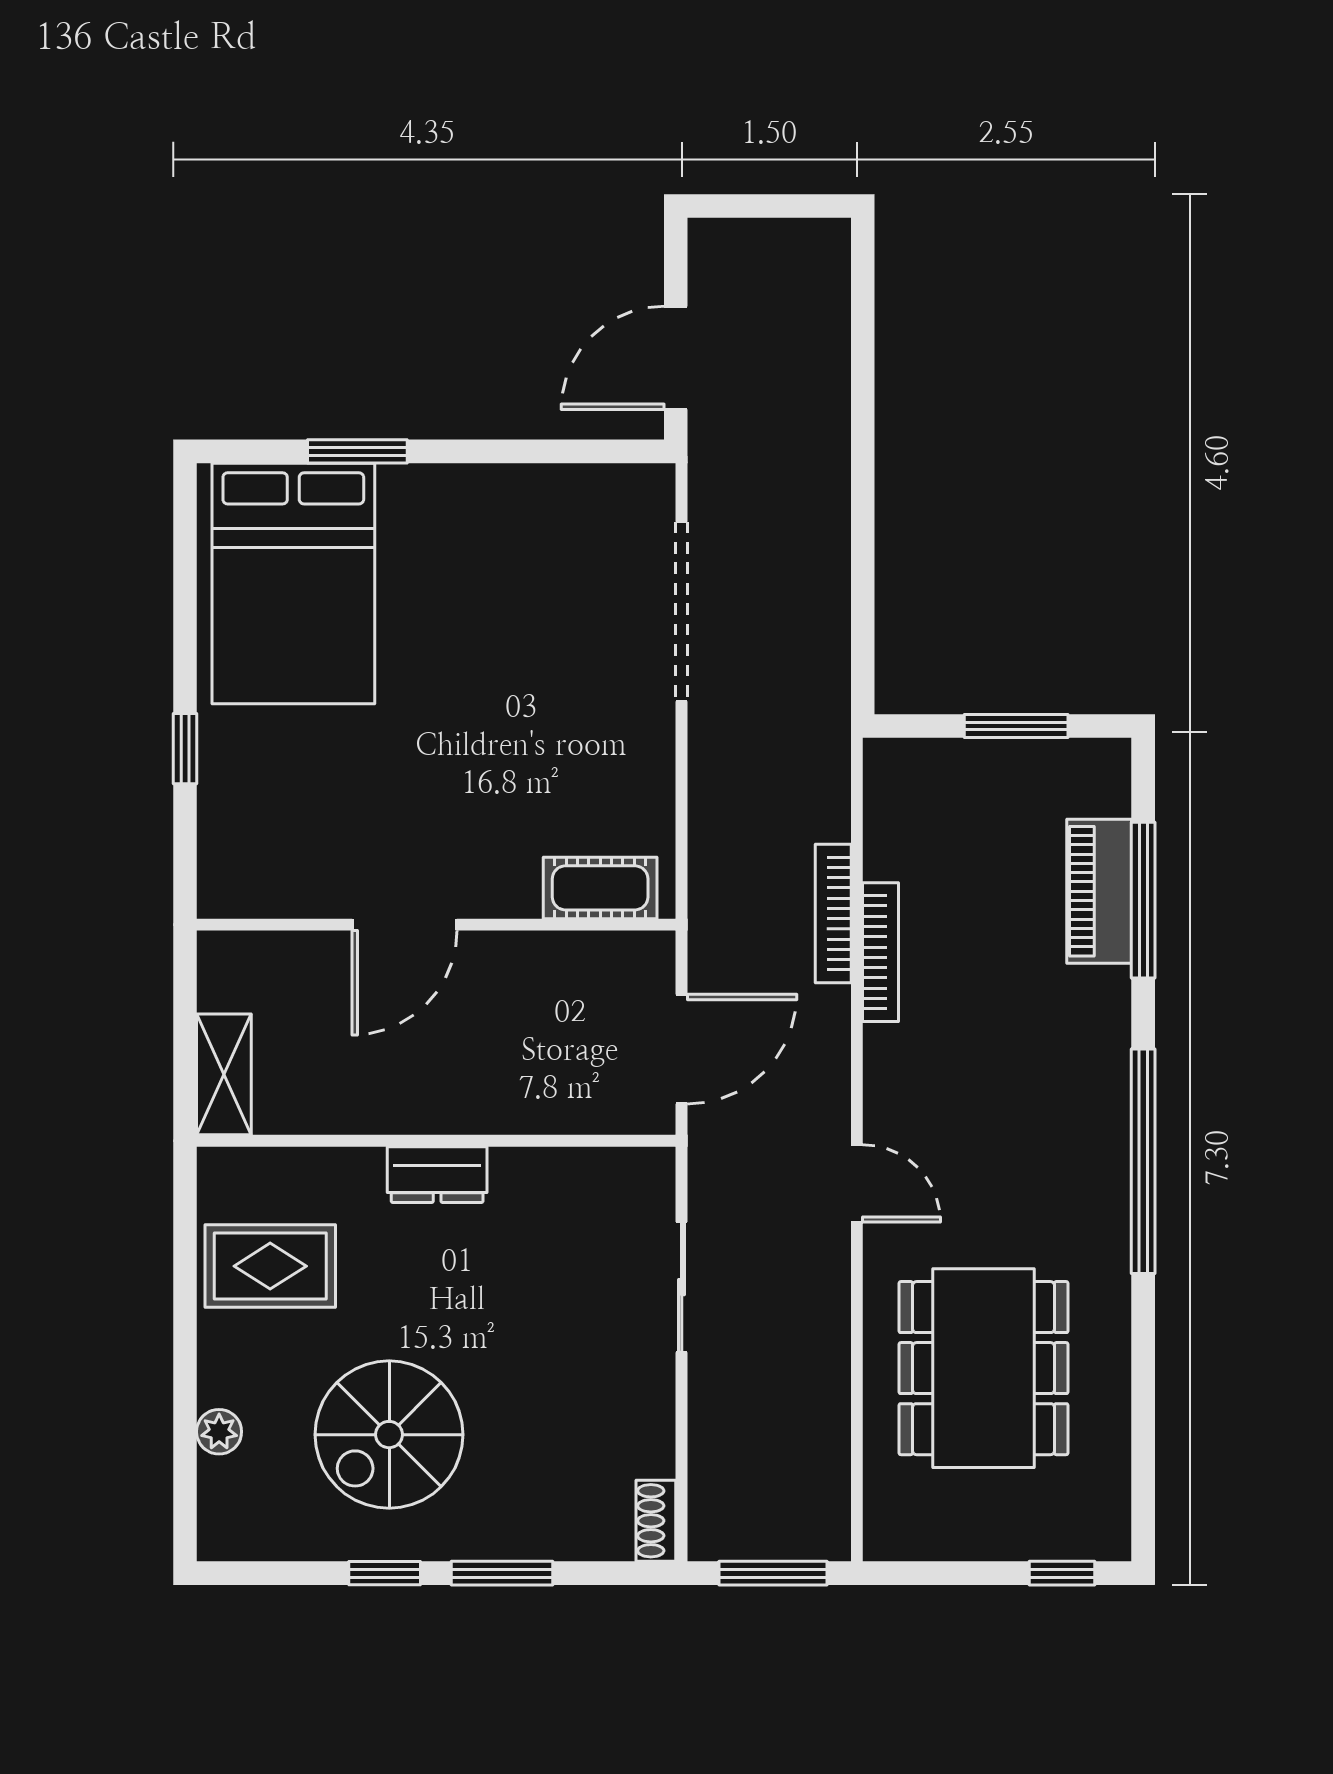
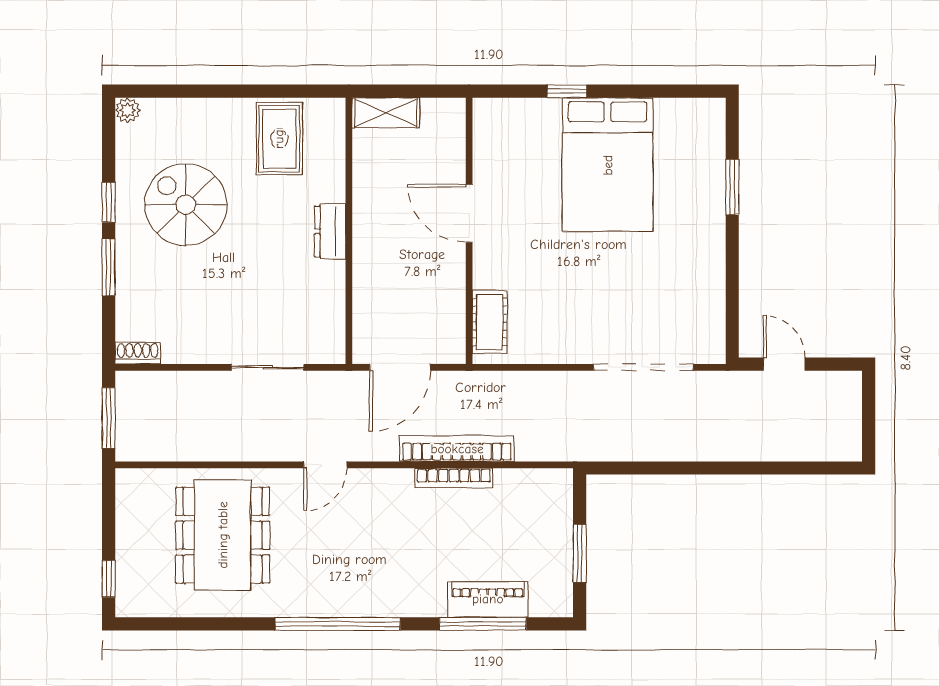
door: (676, 358) -> (784, 364), width x0.73
bed: (293, 583) -> (608, 165), moved, turned -90
bookcase: (833, 913) -> (457, 449), width x1.48, depth x1.31
door: (682, 1049) -> (400, 367), hinge flipped
dining table: (984, 1368) -> (223, 535), turned 90
plant: (219, 1432) -> (128, 110), moved

